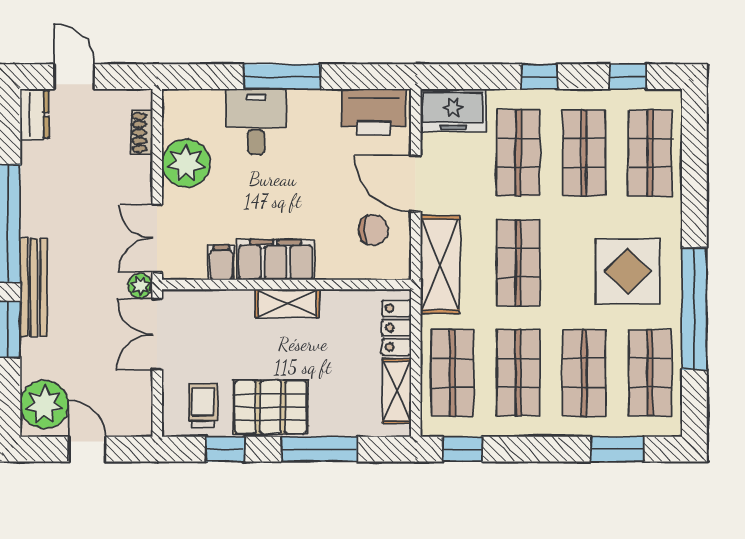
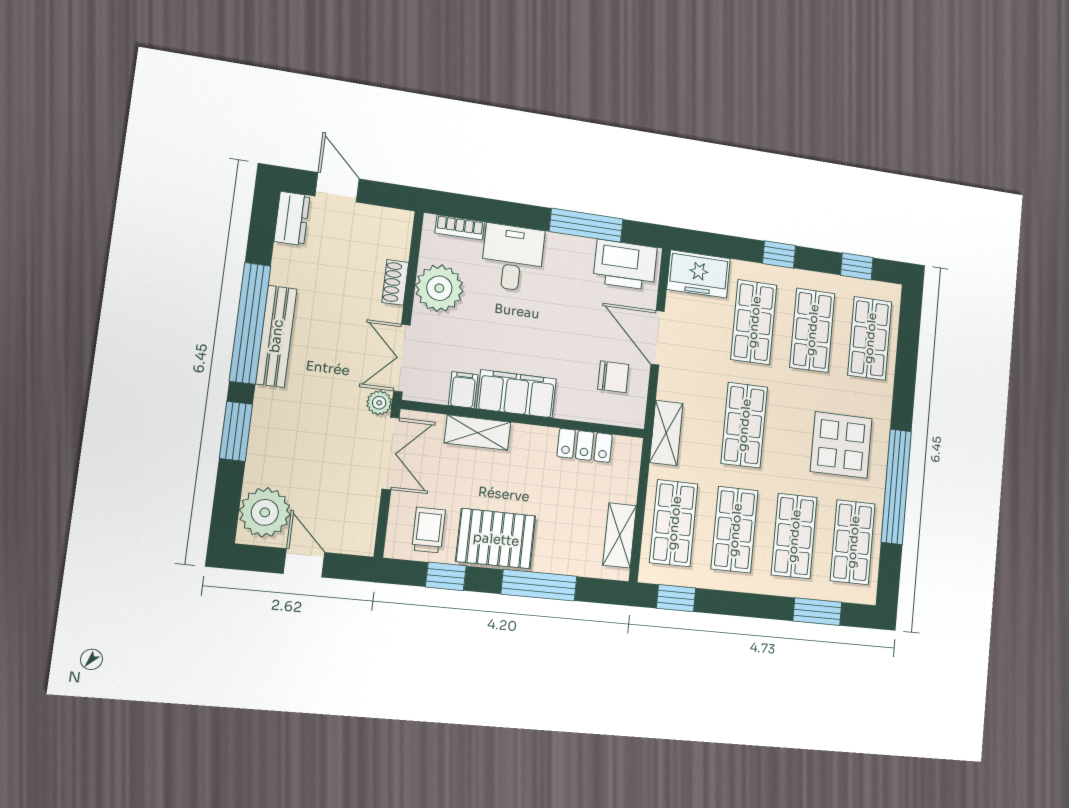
window: (282, 77) -> (586, 225), moved
bookcase: (199, 99) -> (460, 227), added
shoe rack: (142, 133) -> (395, 282), moved
shelving: (440, 265) -> (666, 433), width x0.67, depth x0.75
bench: (34, 288) -> (276, 336), moved
shelving: (287, 303) -> (478, 433), moved
locker: (396, 328) -> (585, 445), moved, turned -90
double door: (157, 334) -> (391, 453), swing flipped

